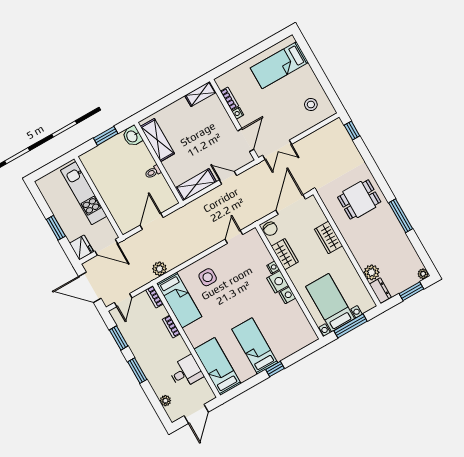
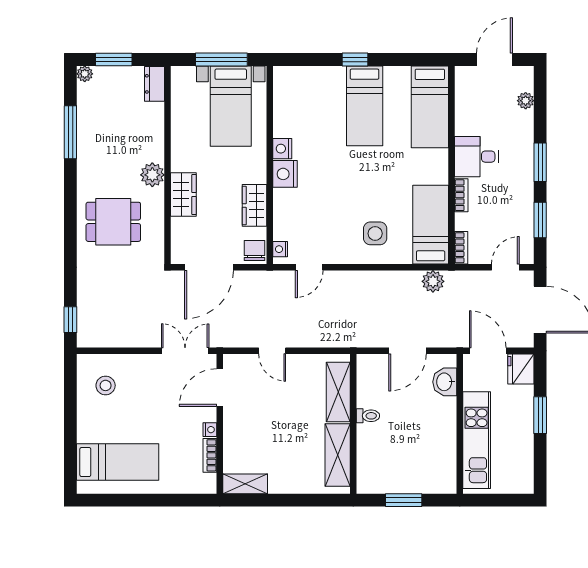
washbasin: (132, 136) -> (445, 382), moved, turned 180
shelving: (196, 185) -> (338, 392), moved, turned 90
window: (401, 216) -> (70, 132), moved
nightstand: (273, 267) -> (280, 249), moved
plant: (372, 272) -> (152, 175), moved
desk: (186, 372) -> (476, 157), moved

